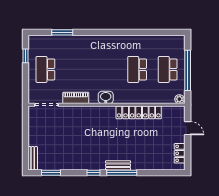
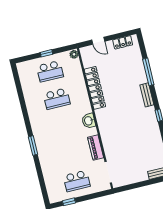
window: (62, 32) -> (33, 146), moved
window: (188, 70) -> (46, 53), width x0.32
door: (188, 128) -> (98, 41), swing flipped
window: (122, 173) -> (148, 72), moved

